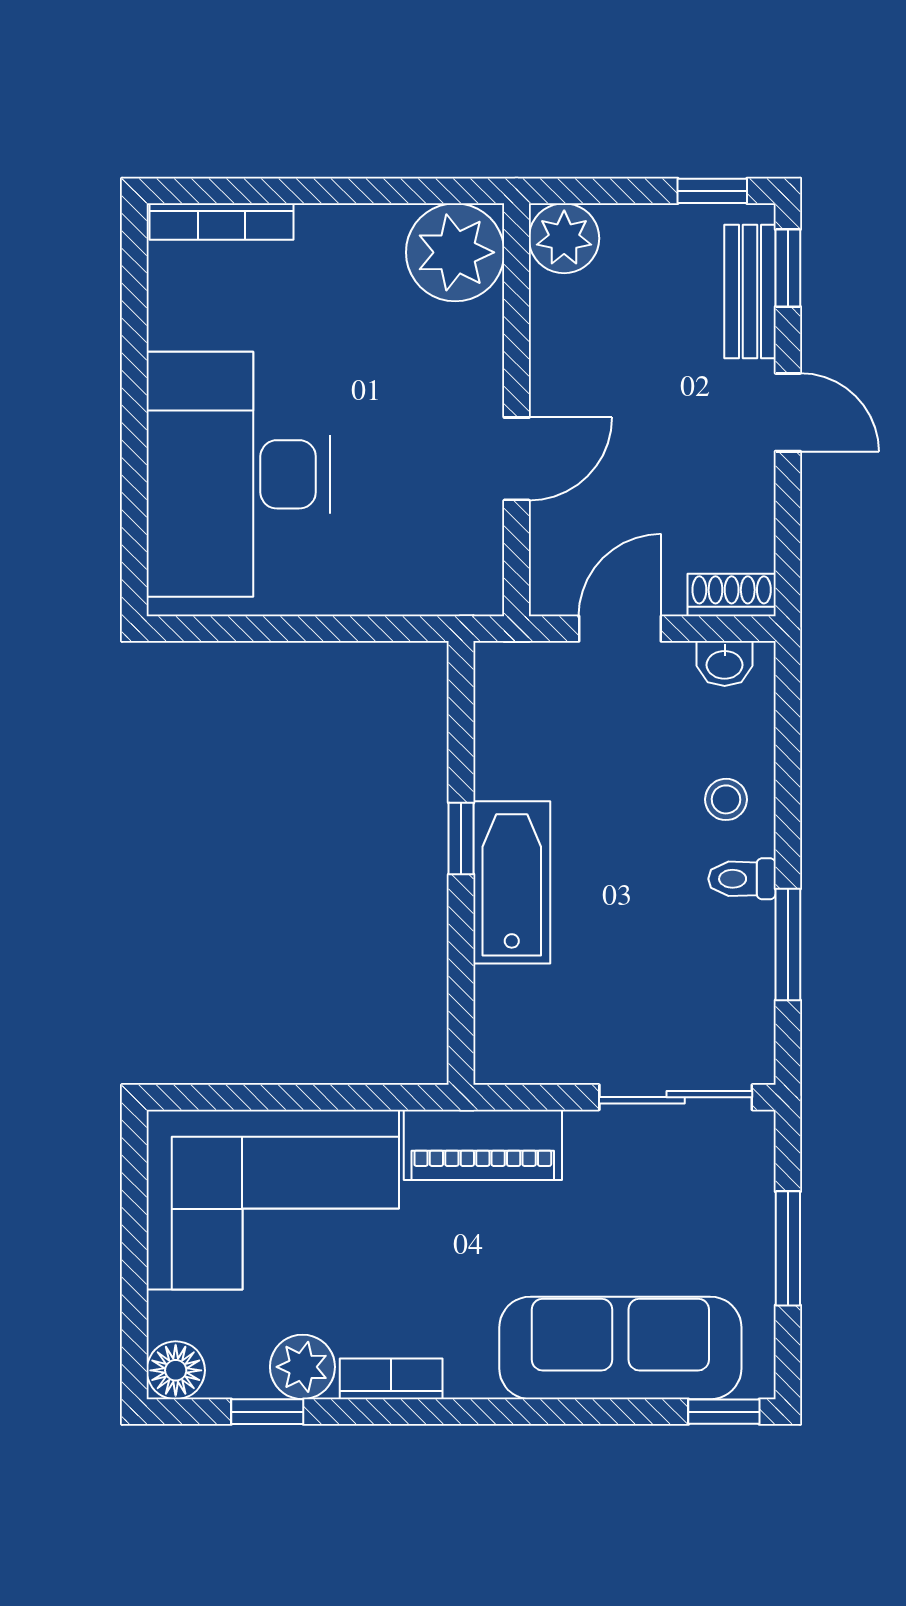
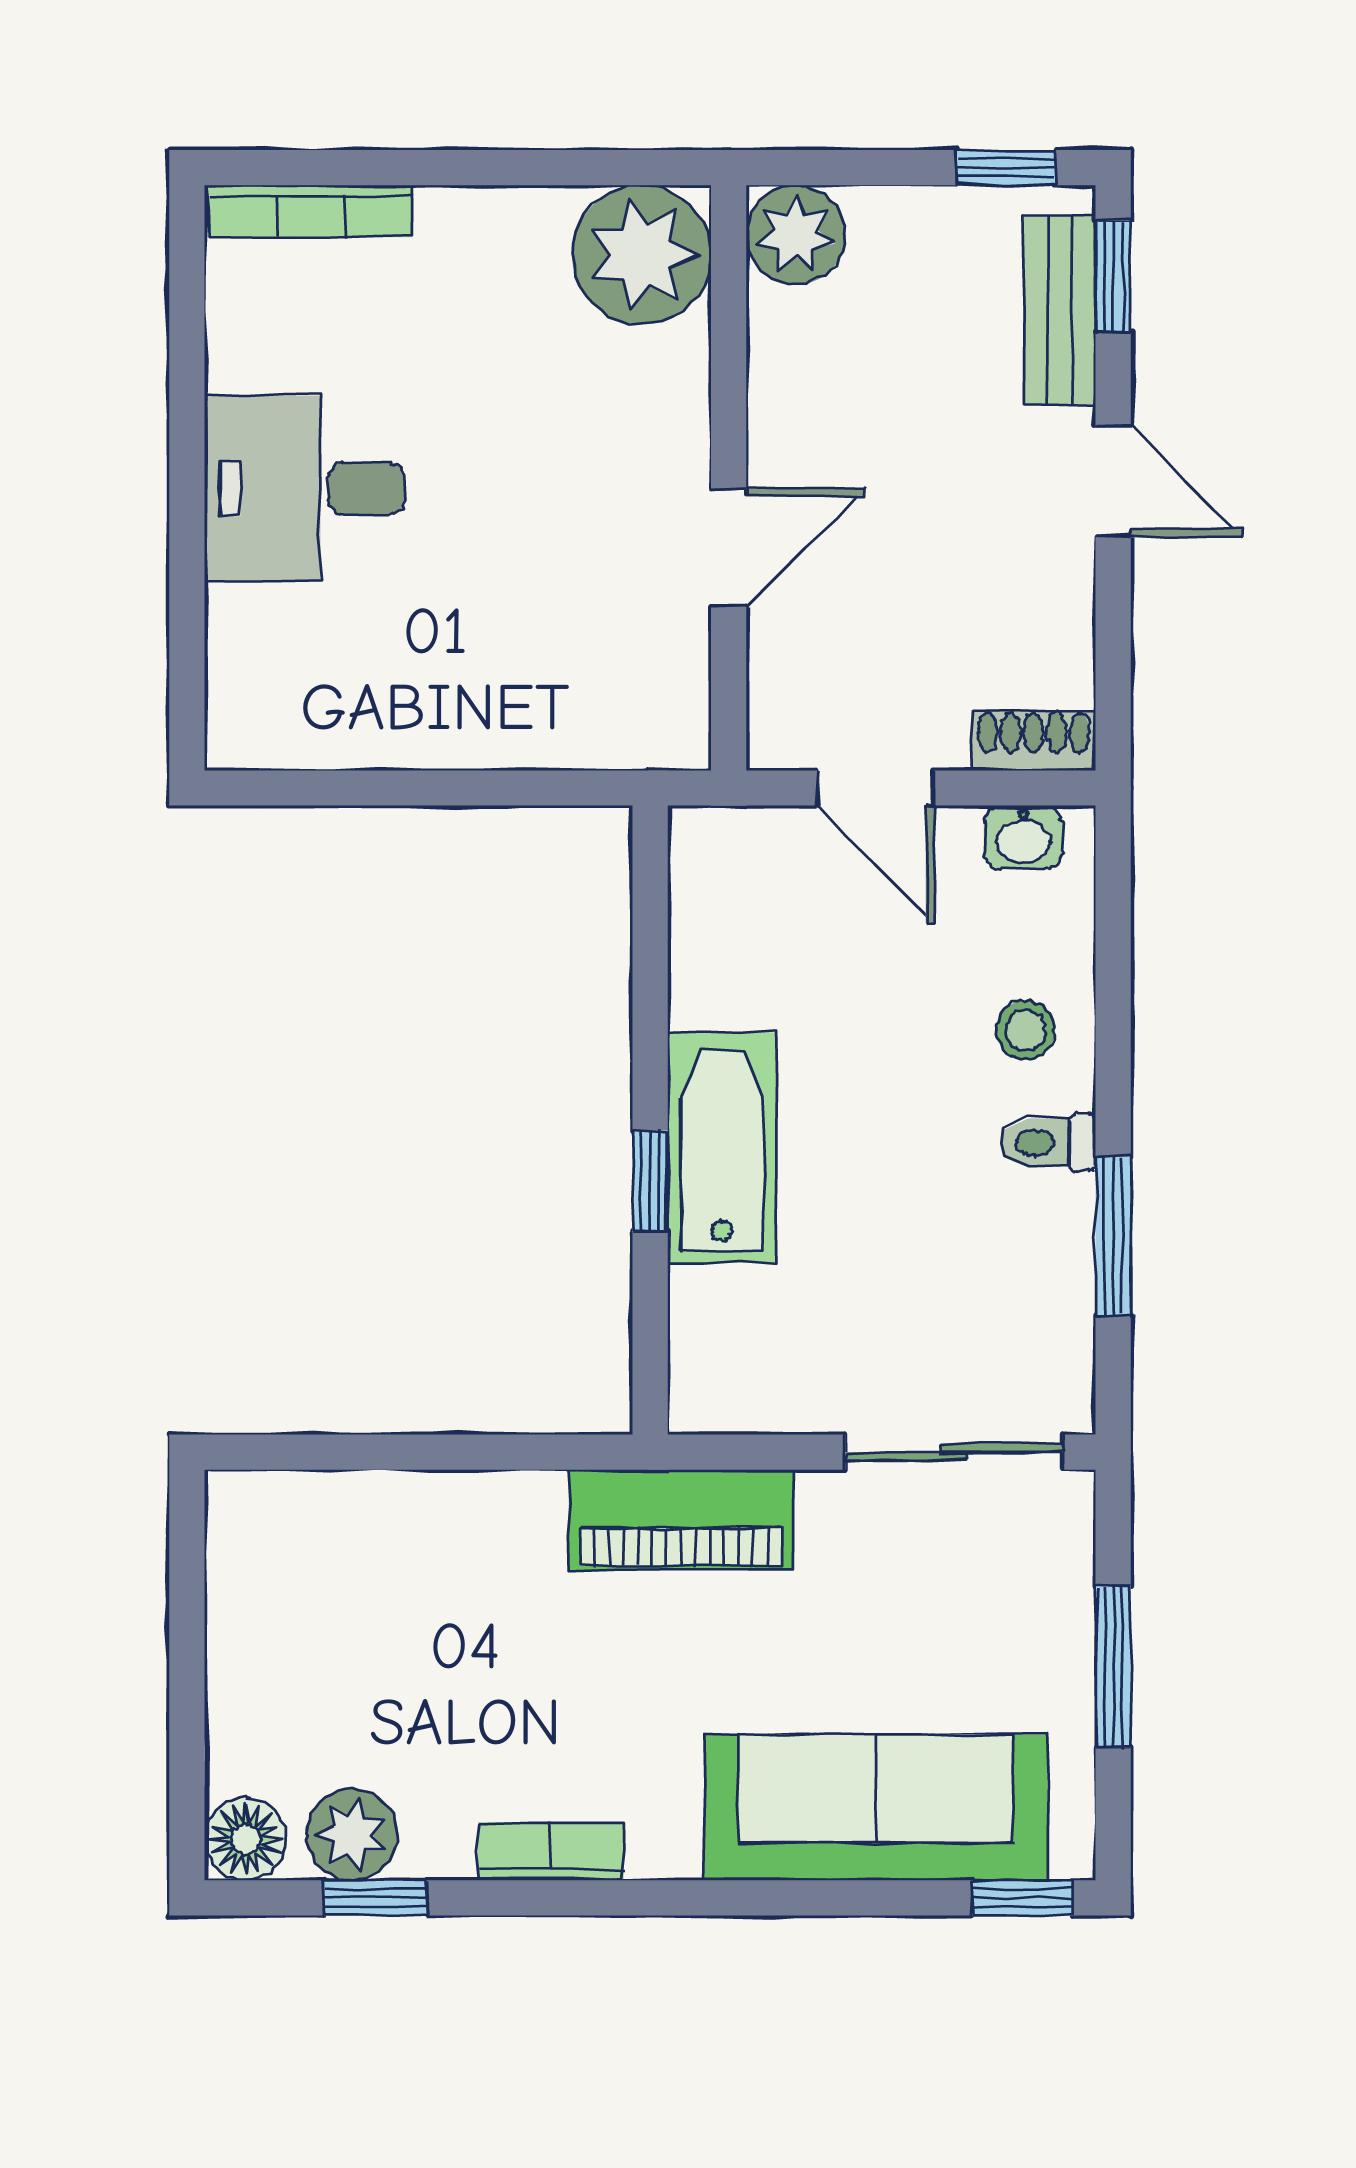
desk: (238, 474) -> (304, 488), width x0.53, depth x0.77
door: (620, 629) -> (875, 788), swing flipped
window: (461, 839) -> (650, 1181), moved
corner sofa: (273, 1200) -> (383, 1597), removed
plant: (302, 1367) -> (352, 1834), moved

